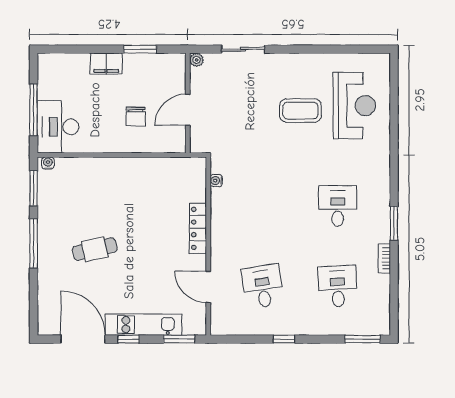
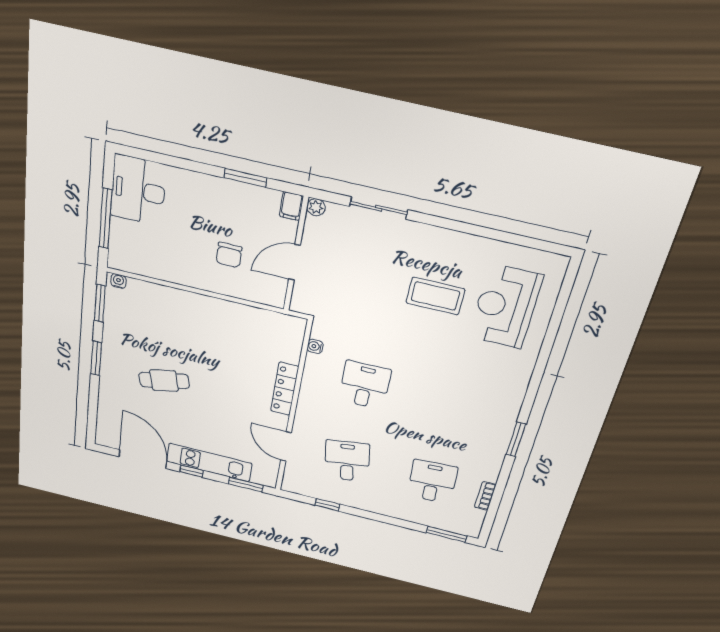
filing cabinet: (106, 63) -> (291, 206), moved, width x0.50
reception desk: (354, 106) -> (505, 306), turned 180
desk: (58, 127) -> (138, 190), moved
desk: (338, 206) -> (365, 385), moved
window: (34, 243) -> (96, 358), width x0.69
bookcase: (384, 258) -> (485, 496), moved
window: (284, 339) -> (327, 505), moved

